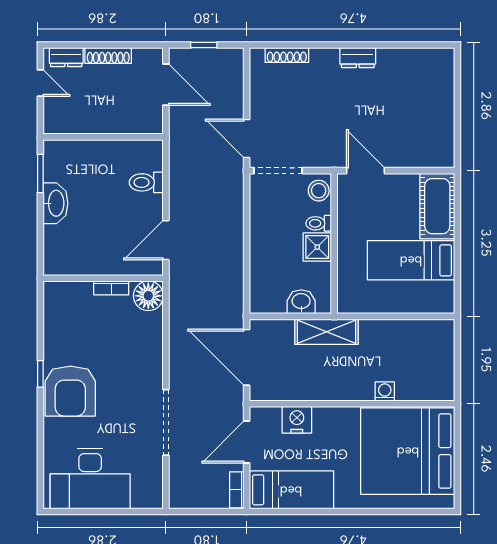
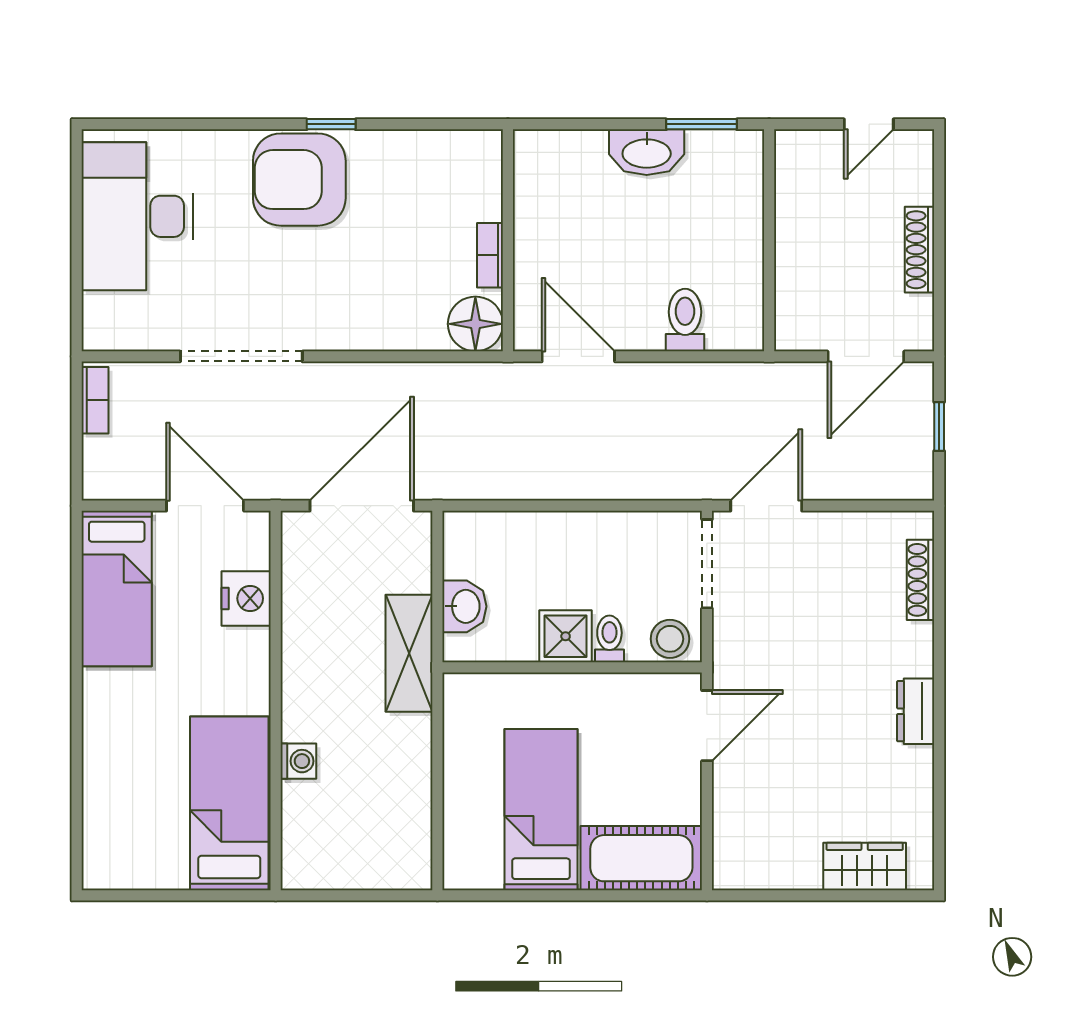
dresser: (66, 57) -> (917, 172), removed
wardrobe: (442, 85) -> (865, 867), added
bed: (408, 451) -> (229, 803), width x0.49
bookcase: (237, 490) -> (95, 400), moved, turned 90

